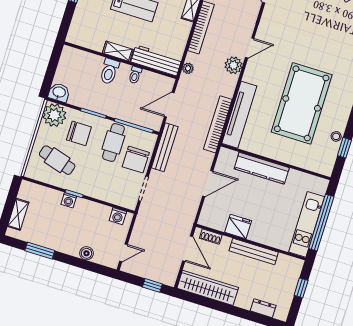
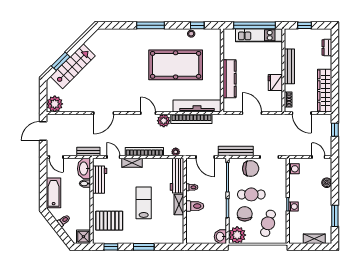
bookcase: (218, 124) -> (191, 119), moved
cafe table: (113, 142) -> (251, 194), moved
door: (188, 249) -> (302, 113), swing flipped

